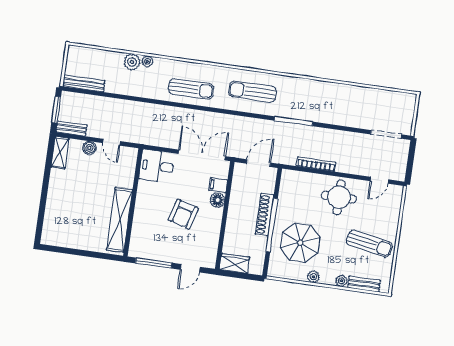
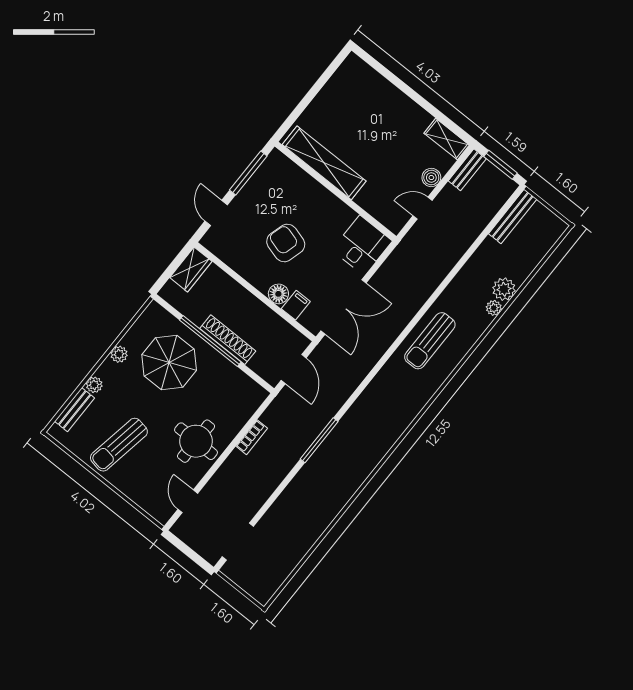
sun lounger: (252, 92) -> (383, 412), removed
bookcase: (316, 164) -> (252, 437), width x0.64

